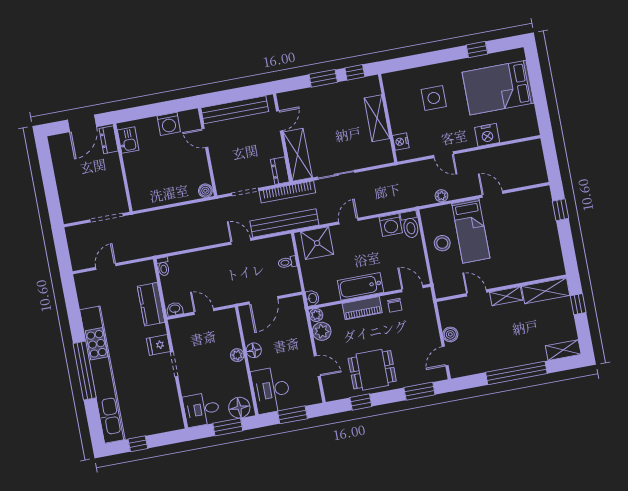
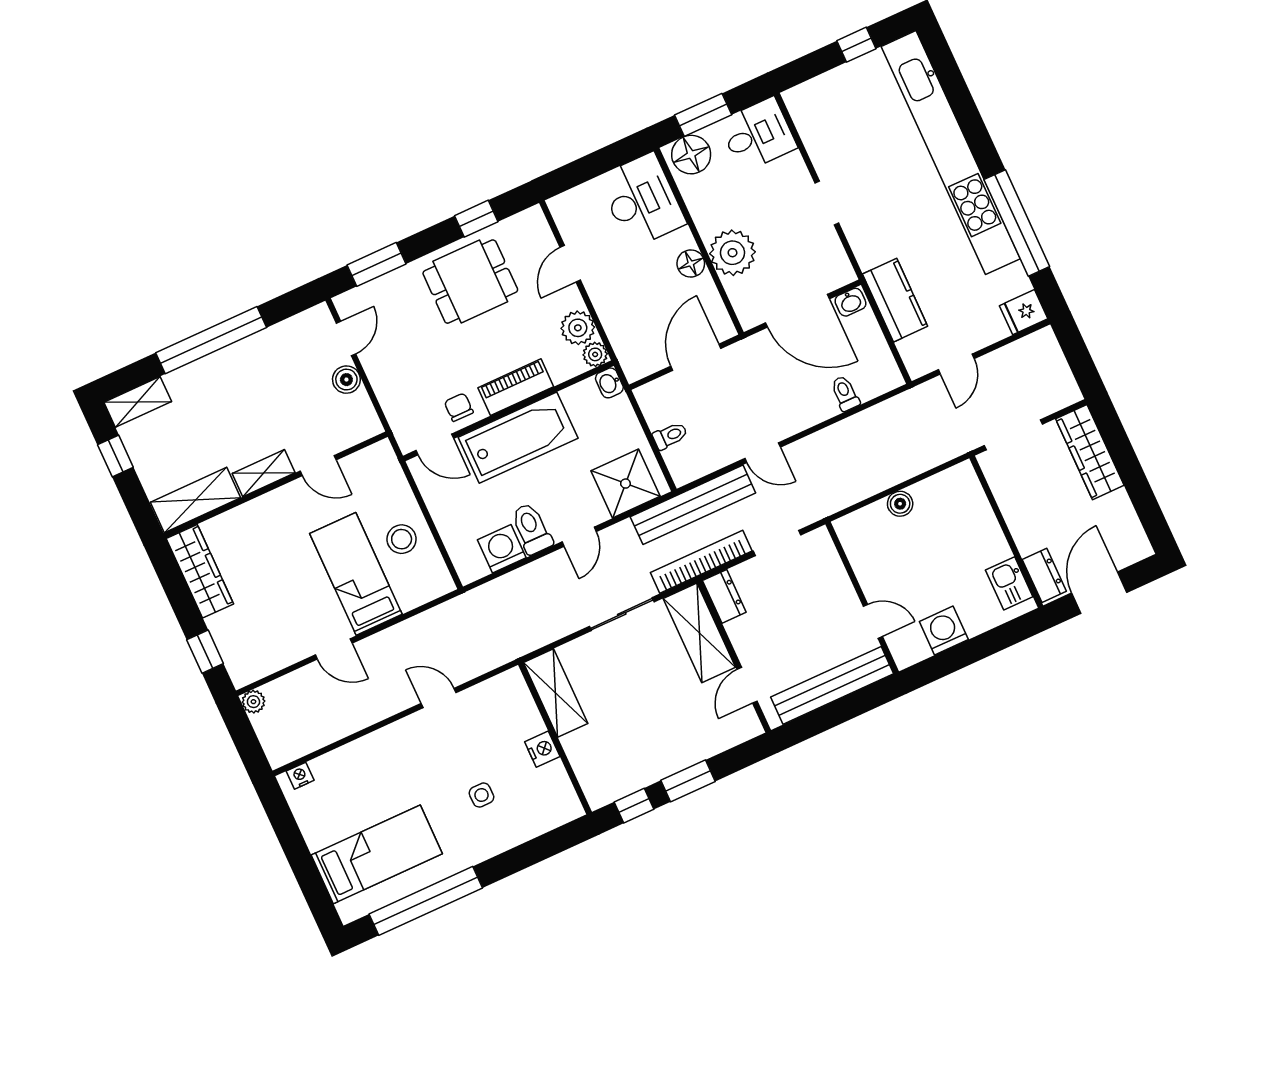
window: (477, 50) -> (426, 901), width x3.17
bed: (498, 88) -> (377, 854), width x0.67
side table: (434, 98) -> (481, 795), width x0.54, depth x0.54
shelving: (377, 118) -> (556, 693), moved
nightstand: (487, 135) -> (300, 776), moved, width x0.53, depth x0.56
nightstand: (401, 142) -> (542, 749), moved
boiler: (205, 191) -> (900, 504), moved
plant: (441, 196) -> (253, 702), moved
wardrobe: (68, 199) -> (1090, 452), added
toilet: (410, 225) -> (532, 529), moved
wardrobe: (553, 253) -> (200, 571), added
door: (106, 267) -> (956, 364), moved
toilet: (163, 267) -> (845, 393), moved
bathtub: (361, 286) -> (518, 438), width x1.36, depth x1.36
window: (578, 304) -> (115, 456), moved
door: (204, 311) -> (797, 311), width x1.88
fridge: (158, 345) -> (1024, 312), moved, turned 180
plant: (237, 355) -> (732, 253), width x1.88, depth x1.88
door: (317, 366) -> (570, 264), hinge flipped
window: (85, 371) -> (1017, 223), moved
window: (292, 415) -> (593, 165), removed

